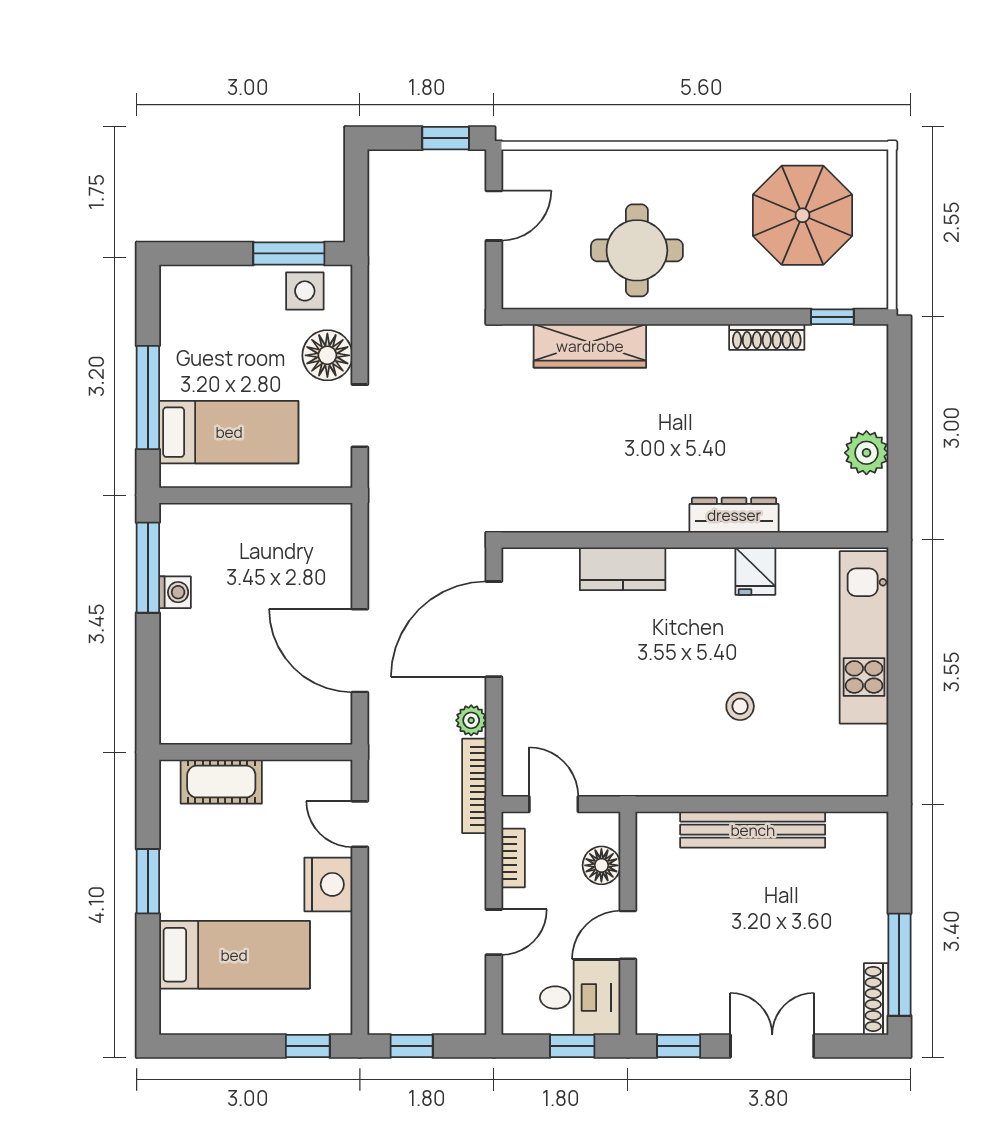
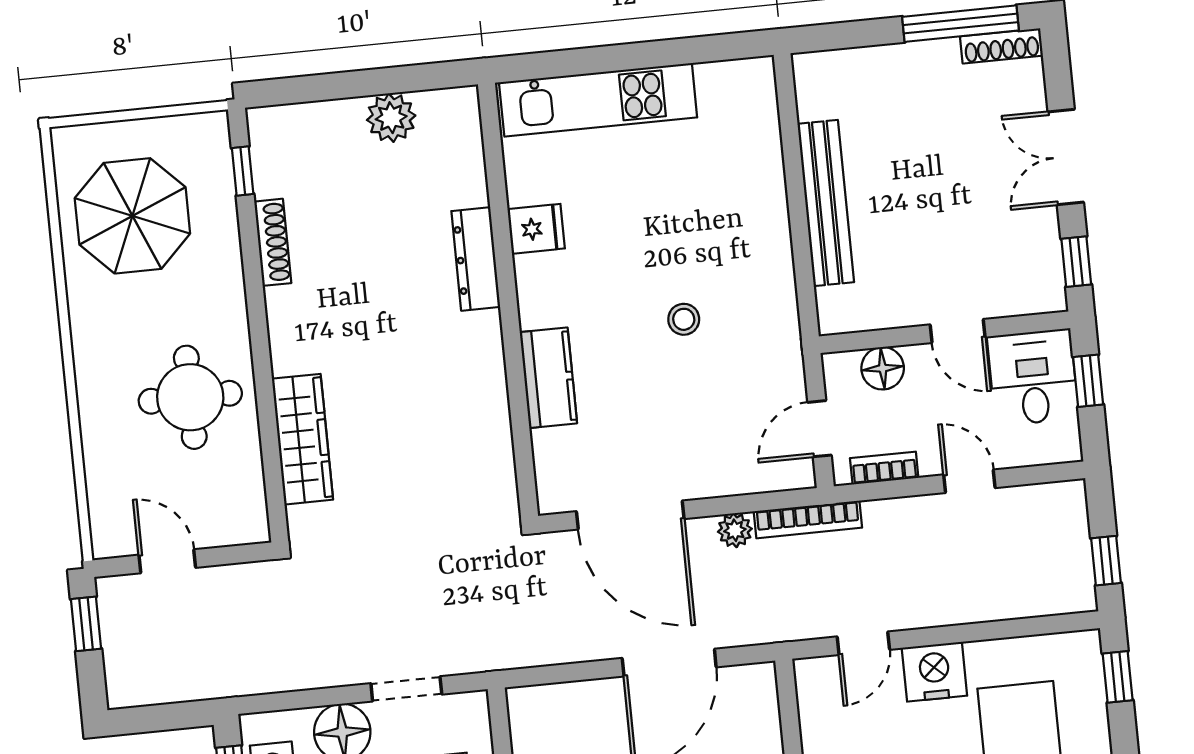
stool: (740, 706) -> (684, 319), moved

